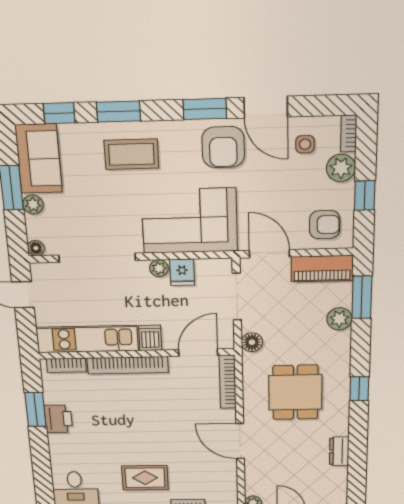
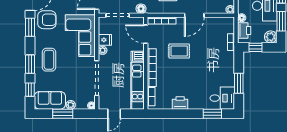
window: (35, 409) -> (212, 114), moved
rug: (145, 478) -> (179, 51), moved, turned 90

